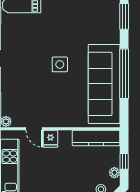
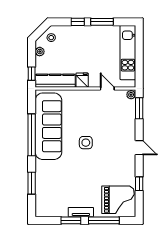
fridge: (50, 139) -> (82, 80), moved
window: (124, 161) -> (32, 74), moved

